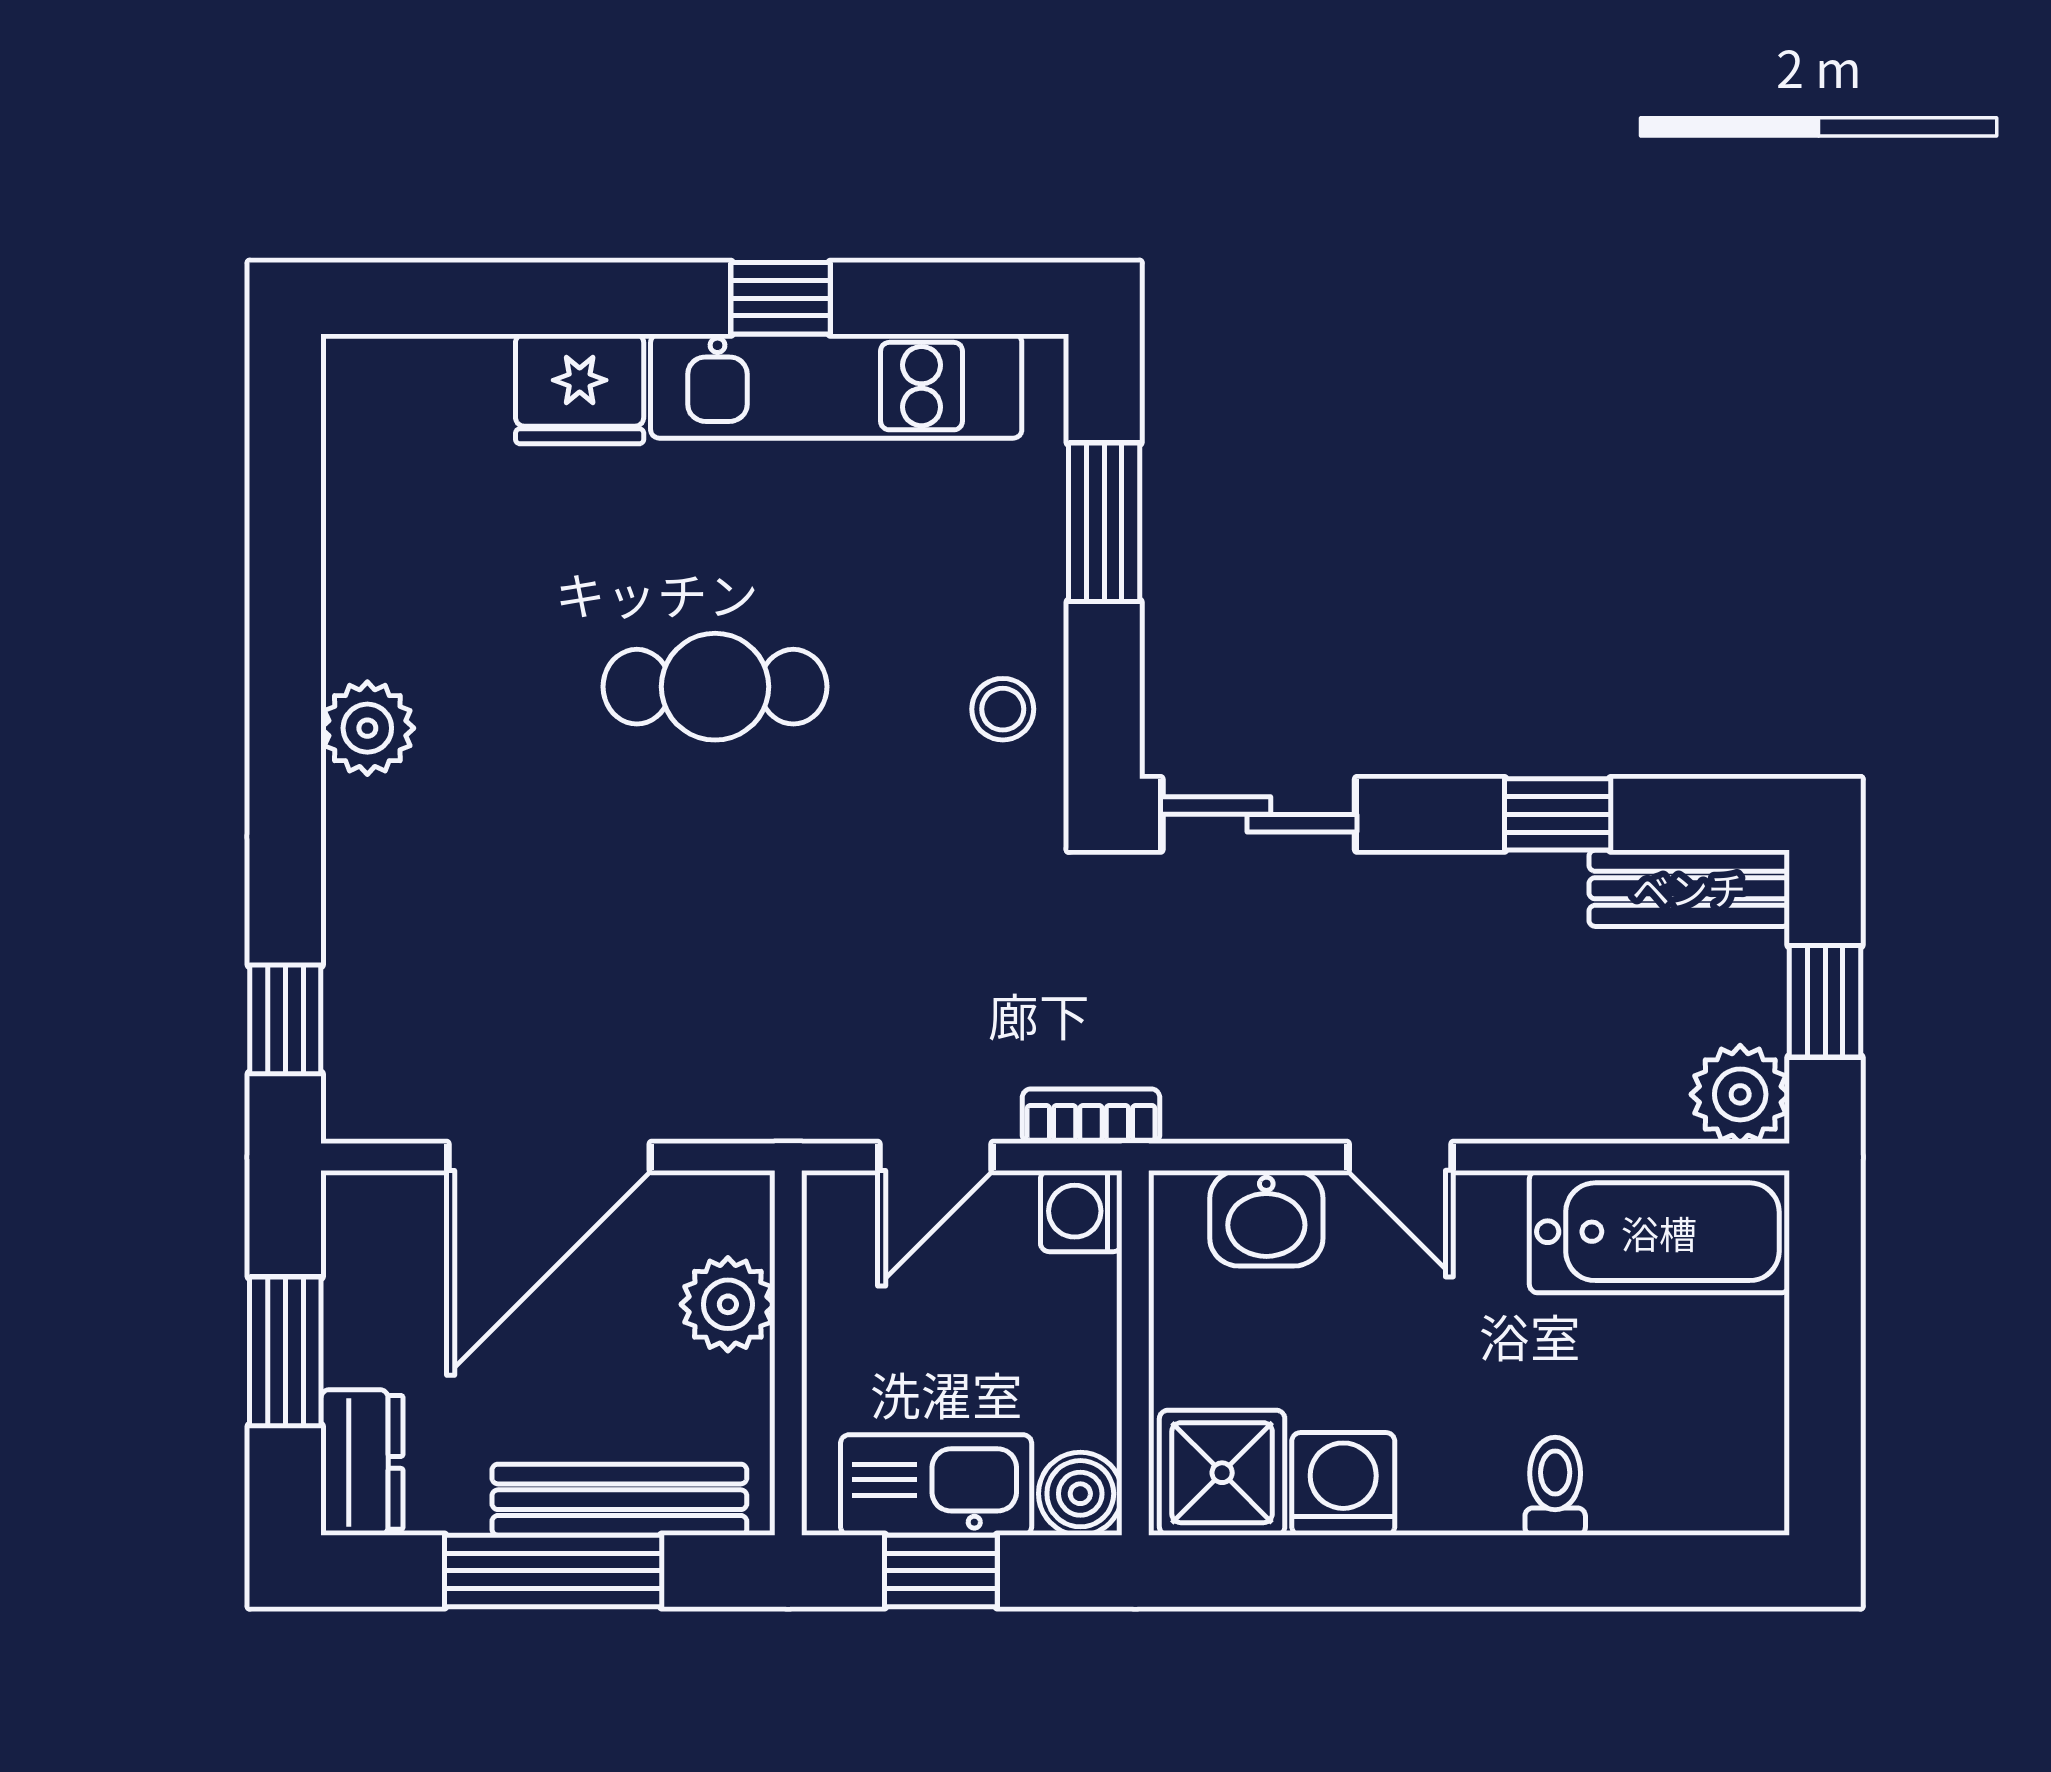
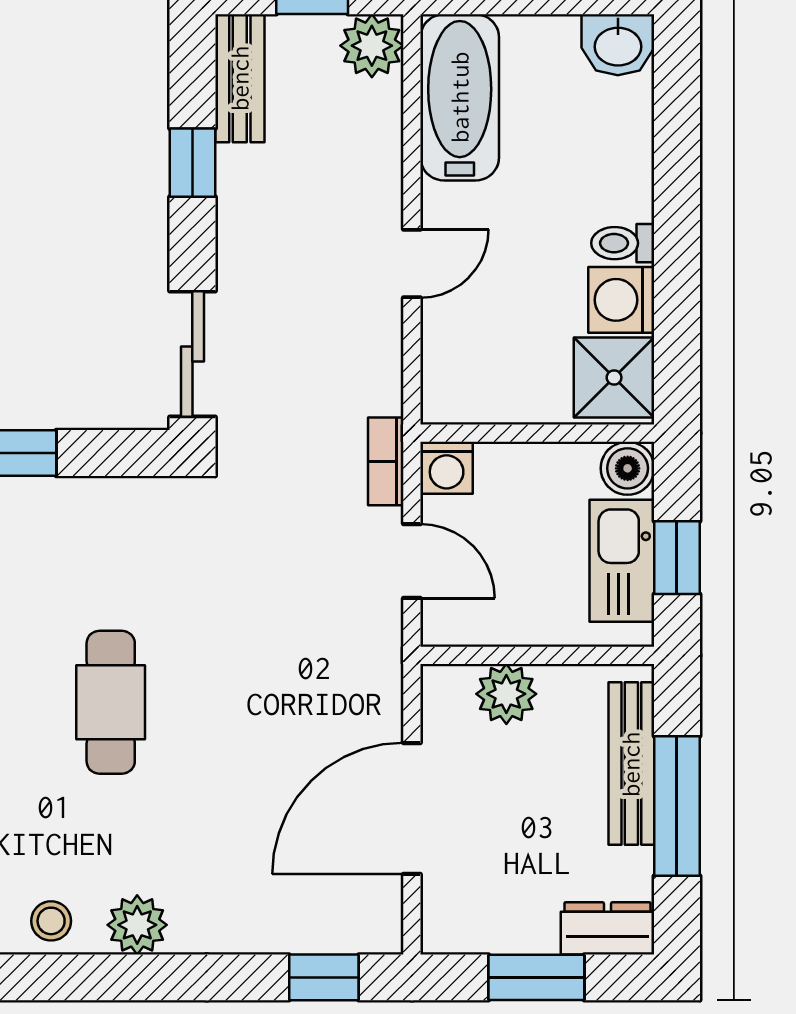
stool: (1003, 709) -> (51, 921), moved
door: (549, 1157) -> (412, 808), swing flipped
washbasin: (1266, 1218) -> (618, 45), moved, turned 90
toilet: (1555, 1486) -> (623, 243), moved

